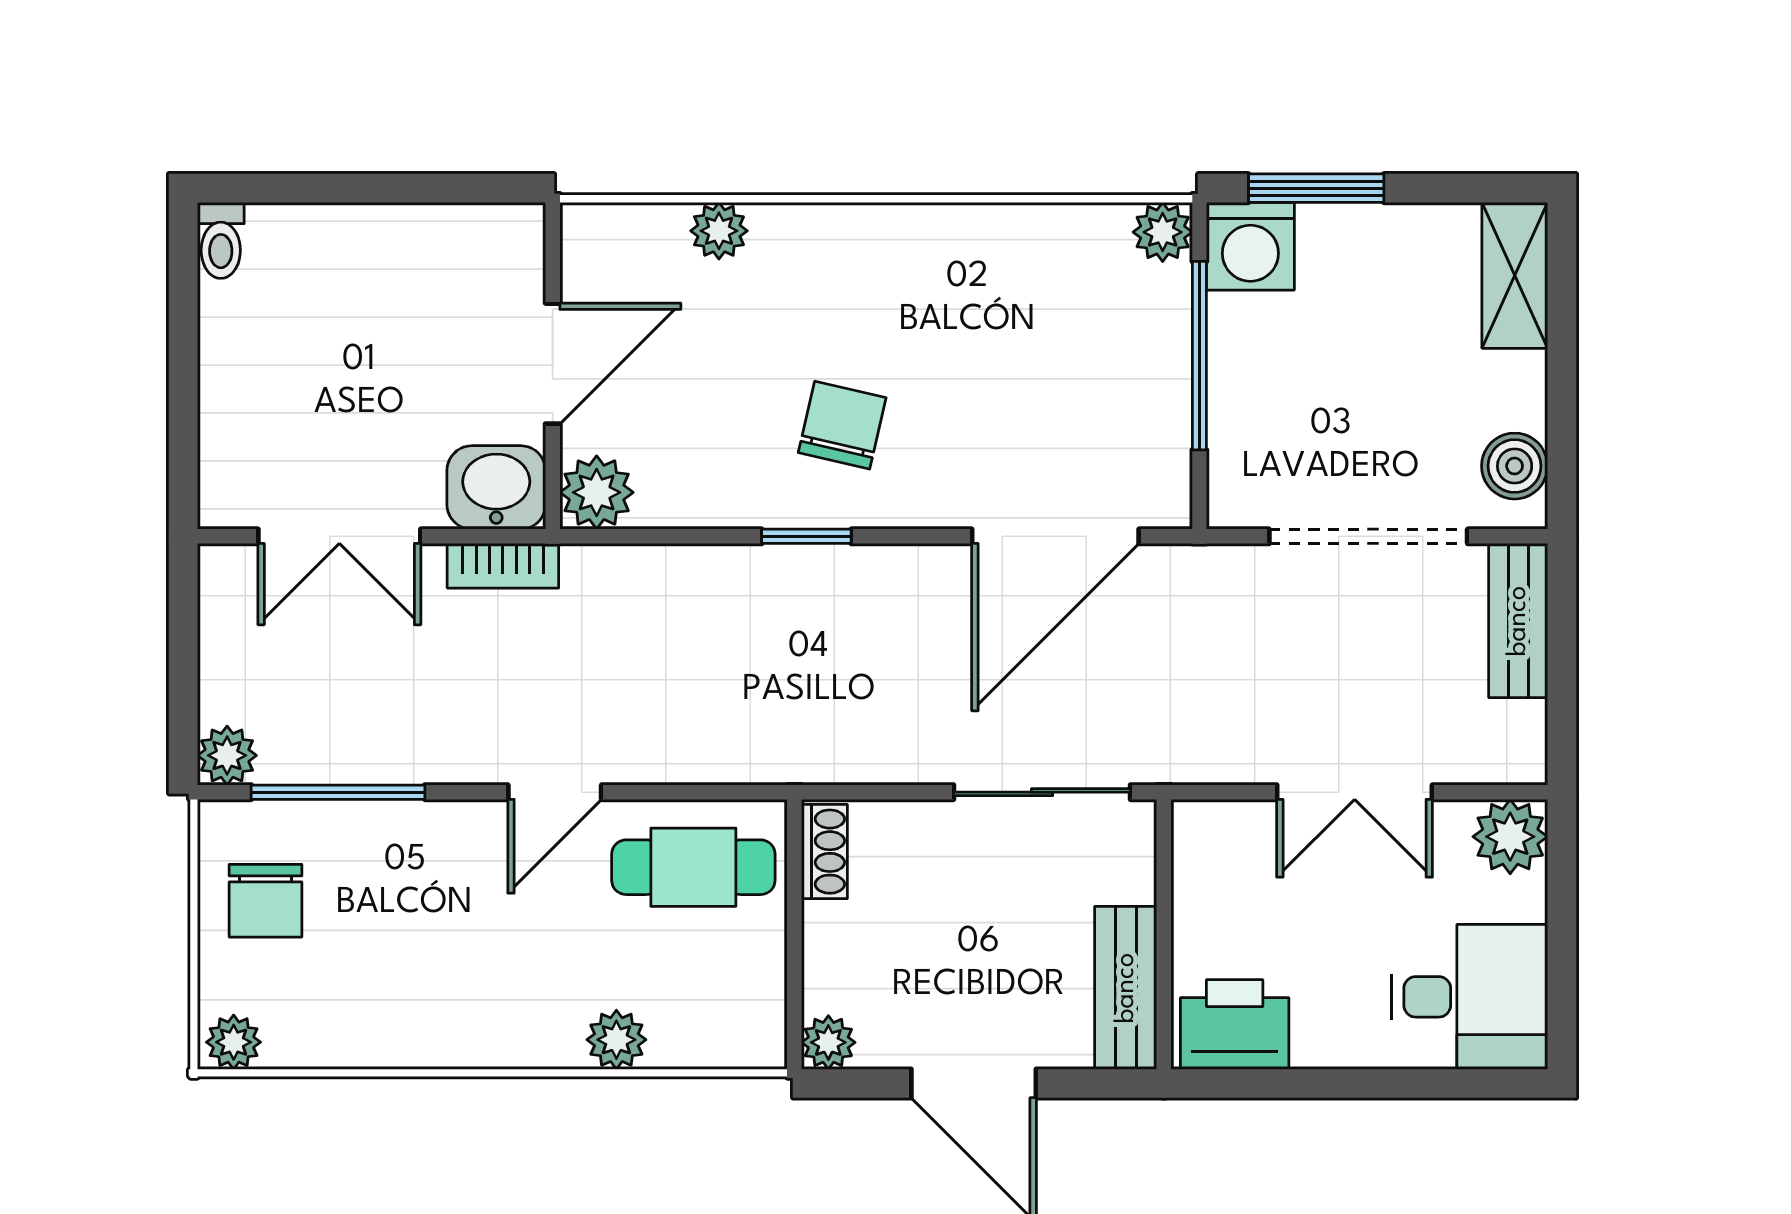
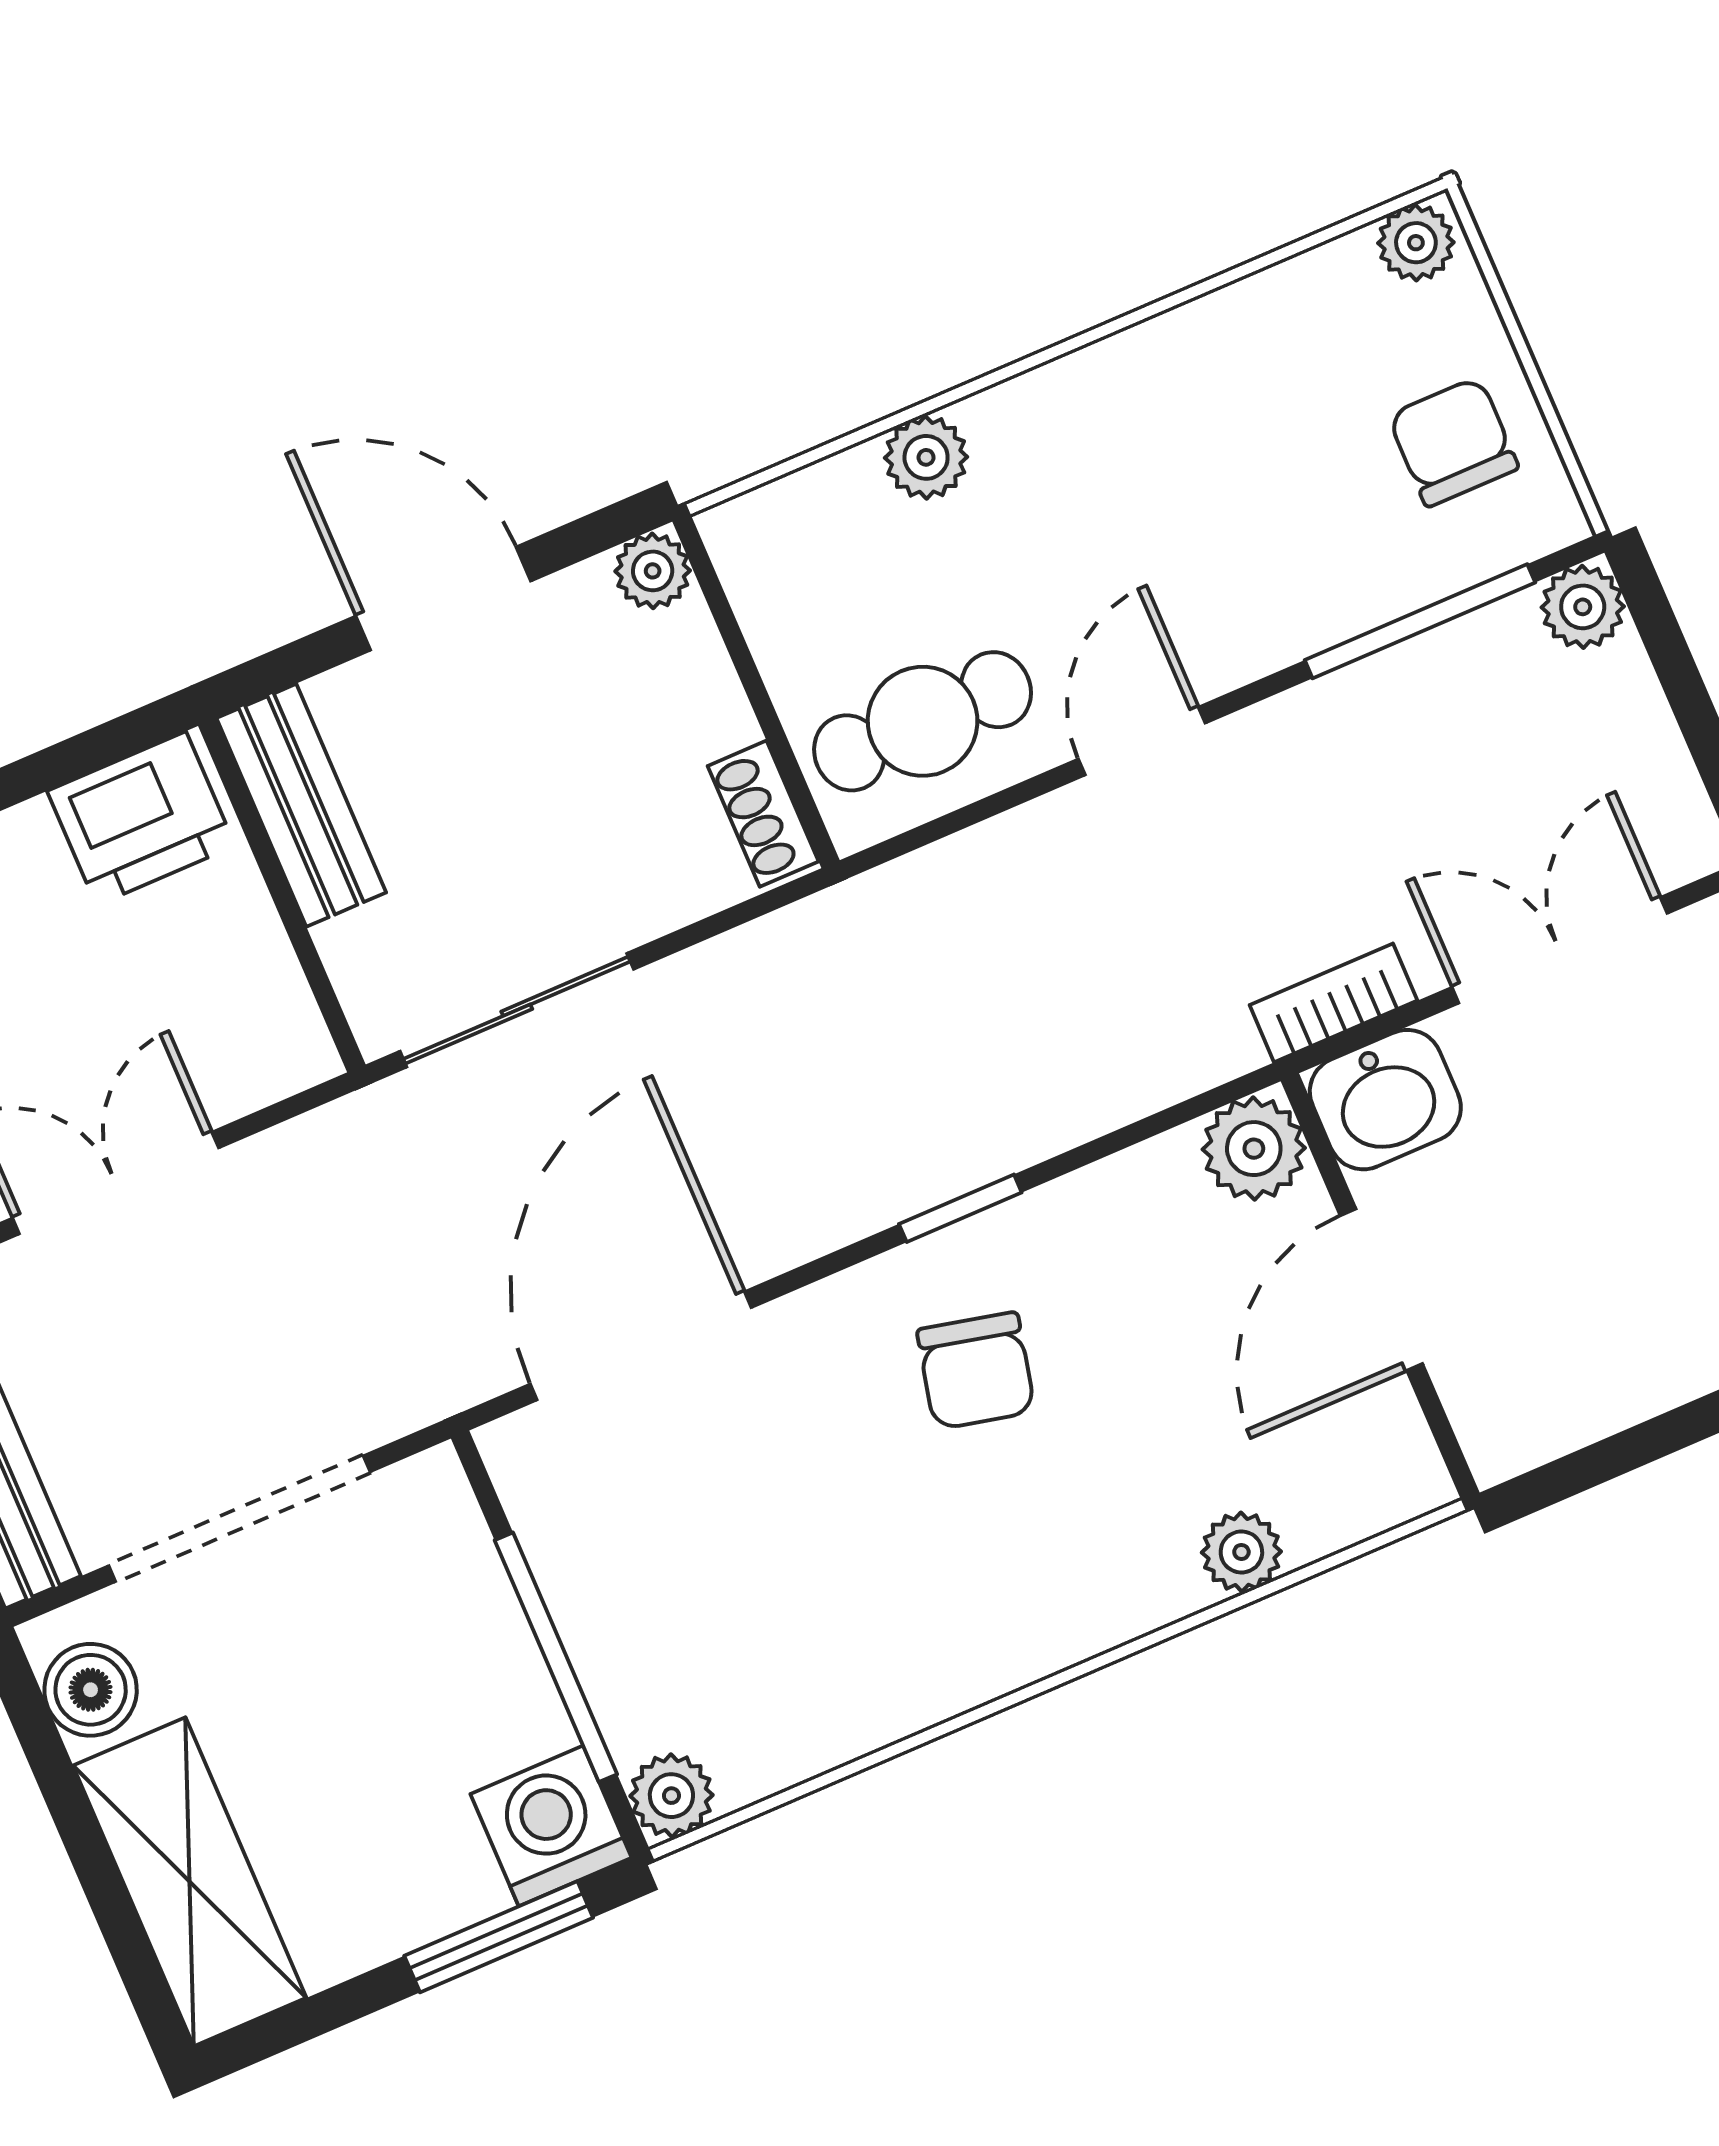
shelving: (1515, 275) -> (190, 1882), width x1.50, depth x1.33

